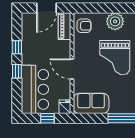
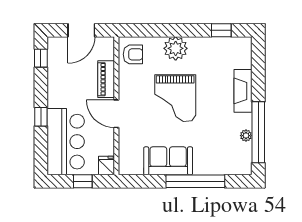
piano: (65, 26) -> (106, 79), moved
window: (17, 47) -> (41, 58), moved
sofa: (91, 103) -> (168, 161), moved

